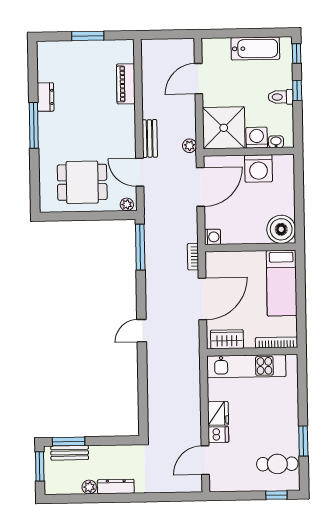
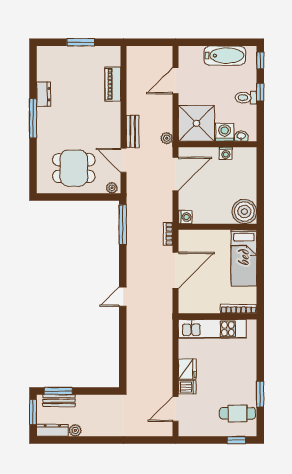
washing machine: (258, 168) -> (226, 153), width x0.53, depth x0.53
wardrobe: (227, 339) -> (196, 305), removed
dresser: (116, 486) -> (52, 430), moved

